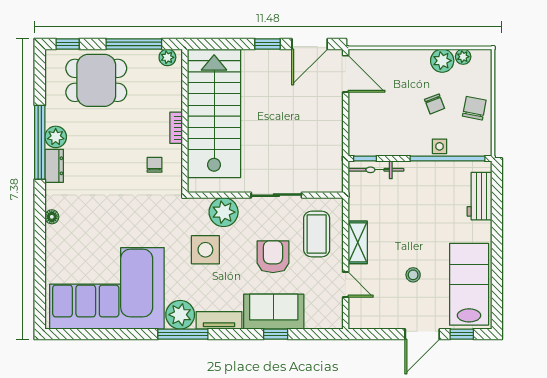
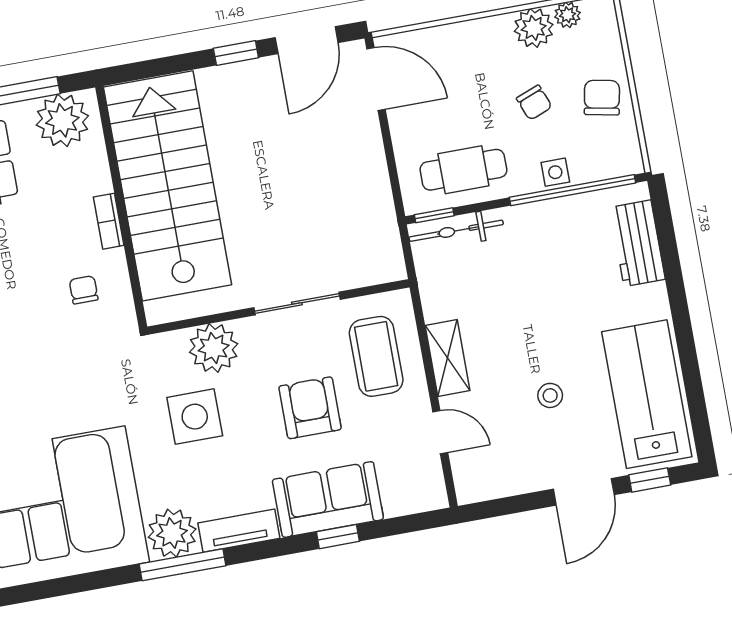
plant: (167, 57) -> (62, 120), width x1.87, depth x1.87
cafe table: (387, 135) -> (463, 170), added

